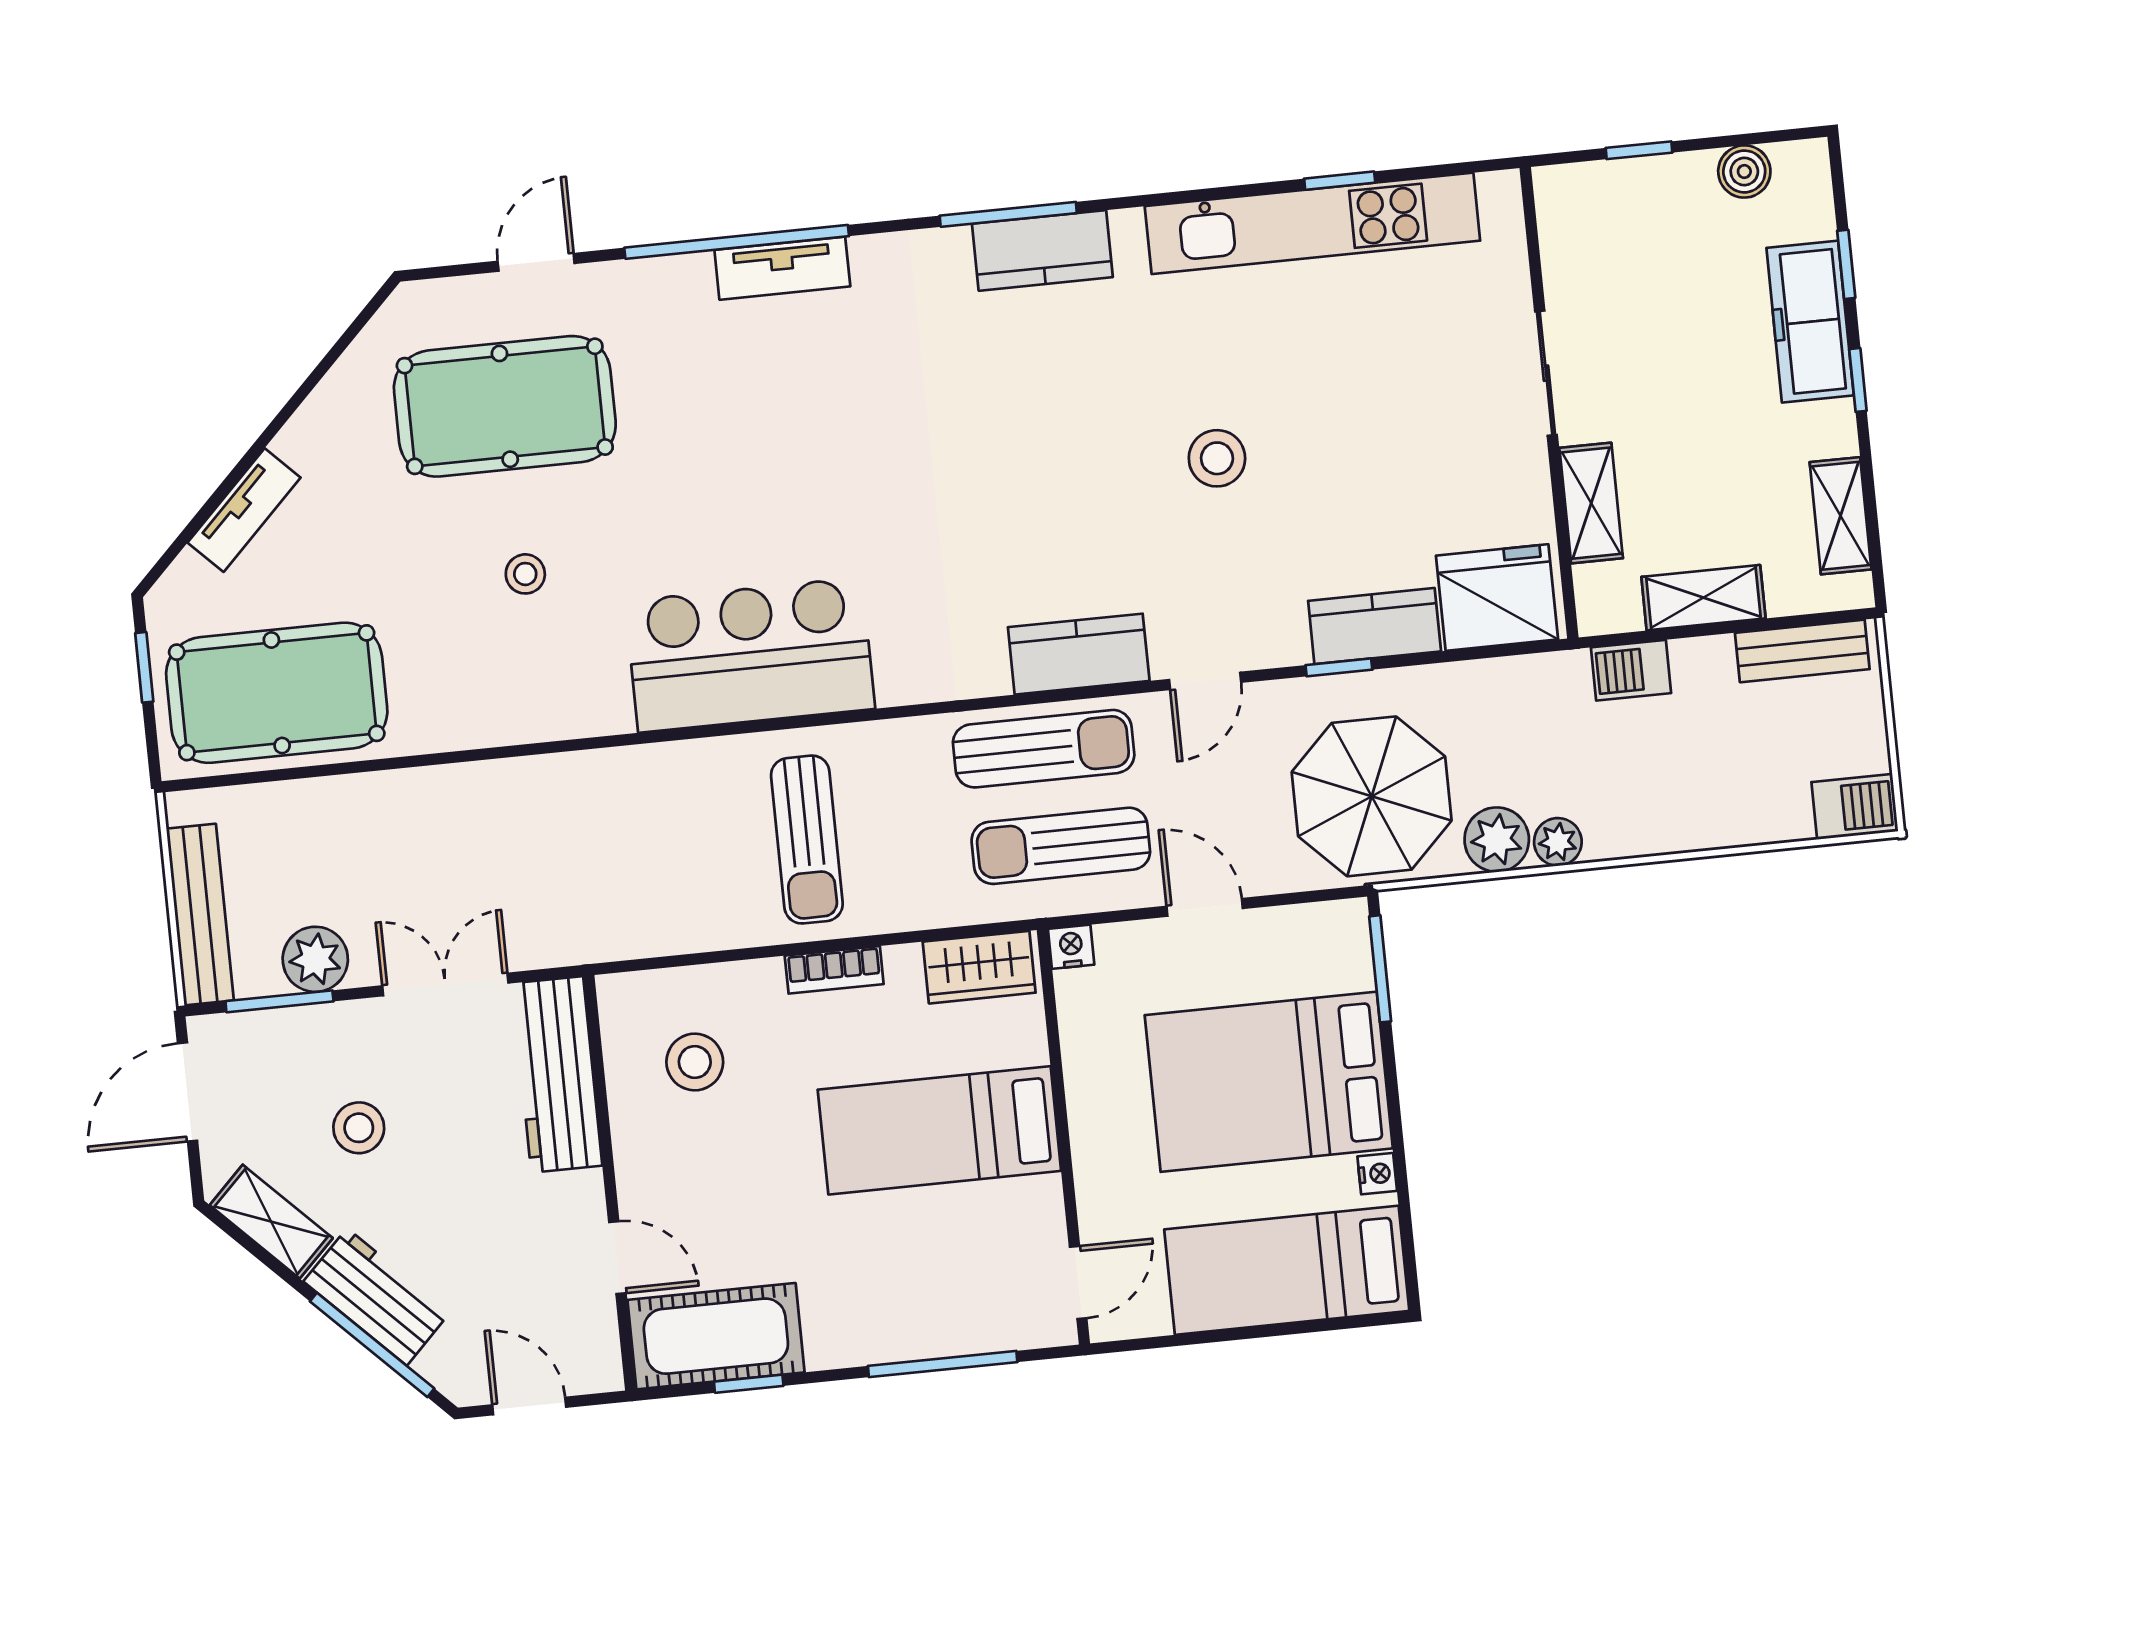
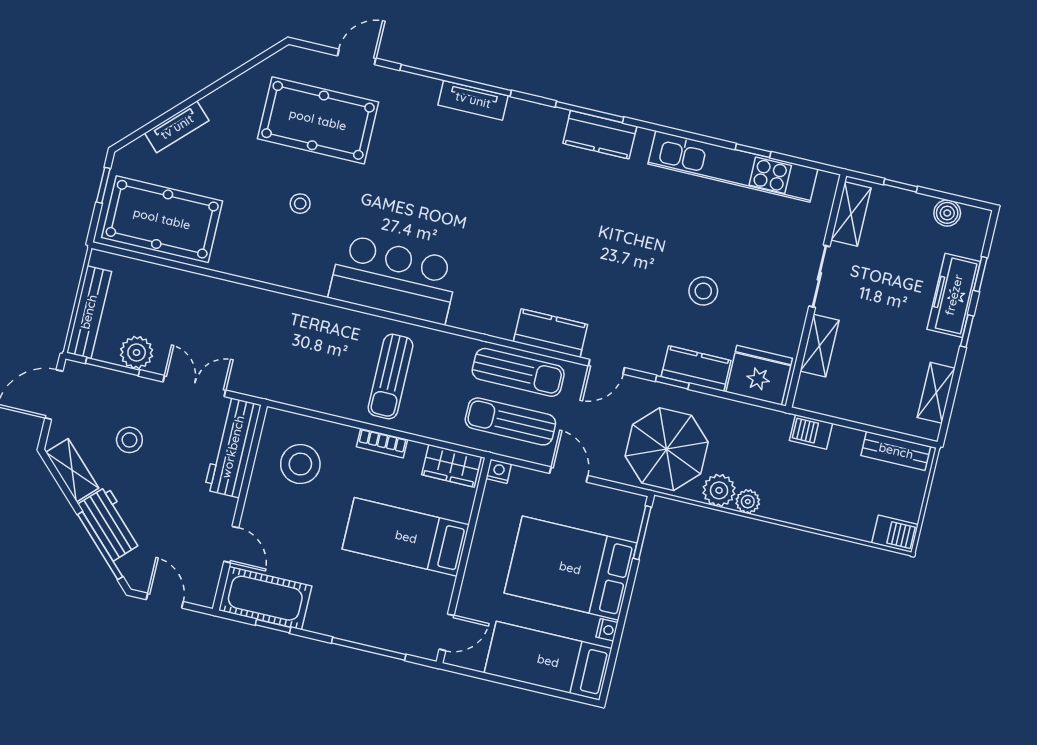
stool: (1217, 458) -> (703, 291), moved
shelving: (1703, 598) -> (851, 214), moved, turned 90
stool: (695, 1062) -> (300, 464), width x1.38, depth x1.38

